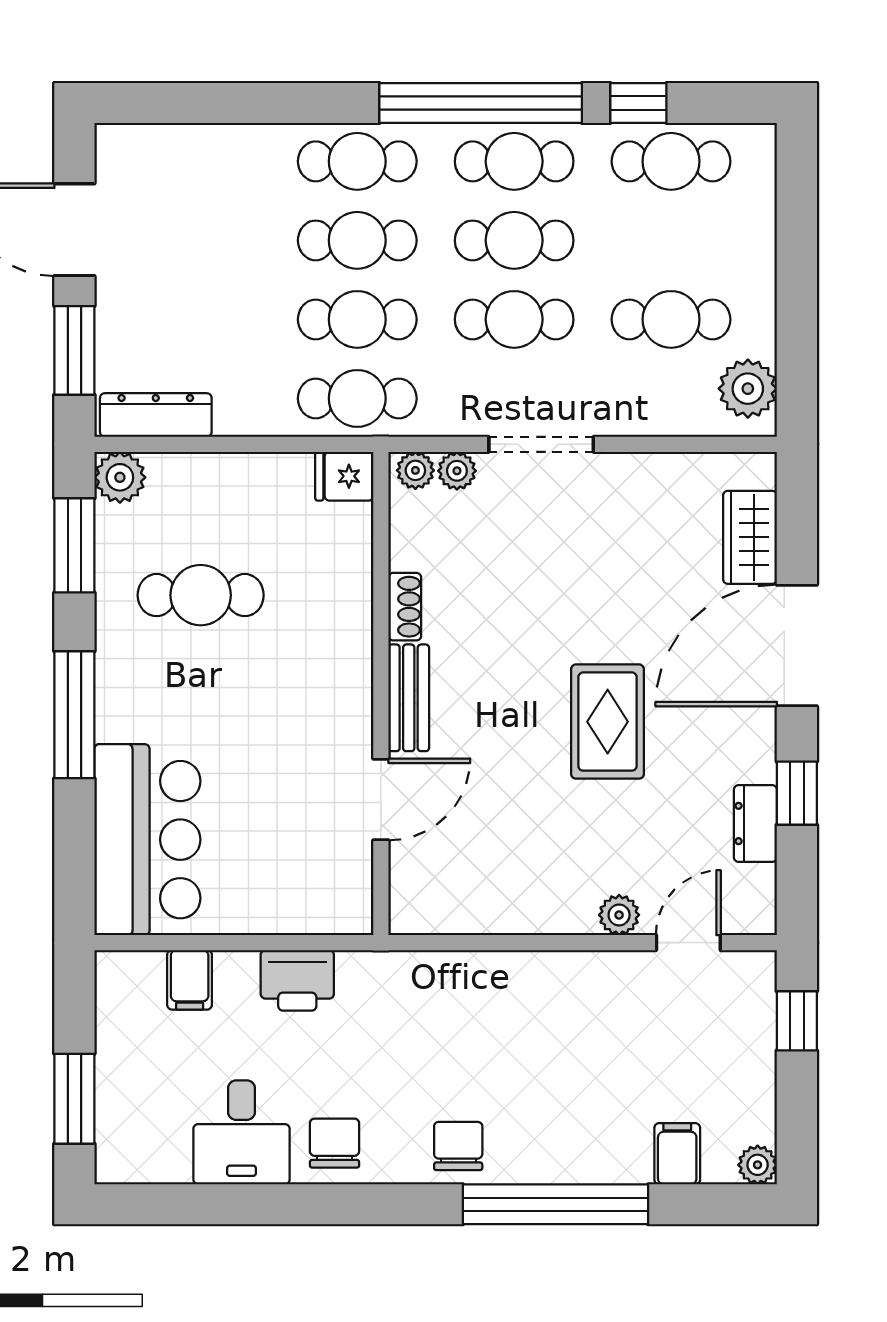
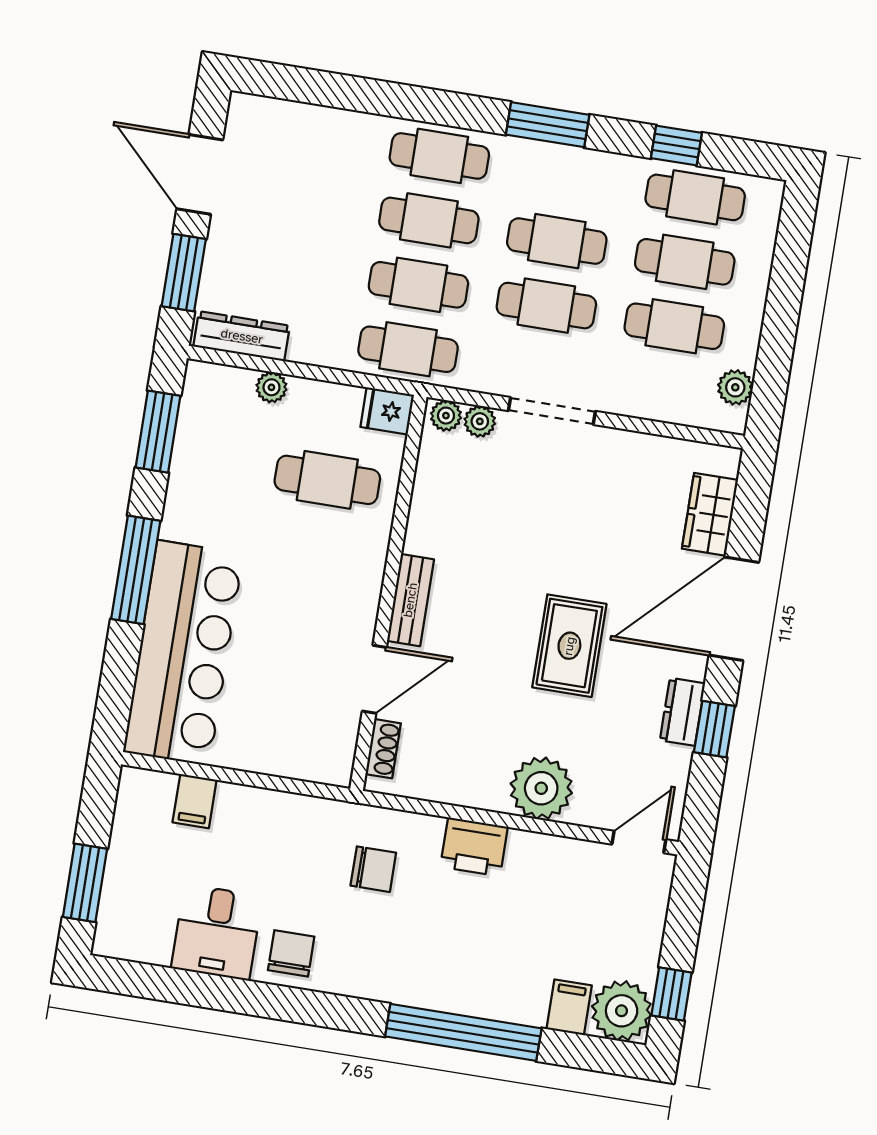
window: (481, 103) -> (548, 125), width x0.47
cafe table: (514, 161) -> (685, 262), moved
plant: (748, 389) -> (735, 387), width x0.73, depth x0.73
plant: (120, 477) -> (271, 387), moved, width x0.73, depth x0.73
cafe table: (201, 595) -> (327, 480), moved
shoe rack: (405, 607) -> (383, 749), moved
dresser: (755, 824) -> (682, 712), moved
bar counter: (147, 840) -> (183, 653), width x1.36
plant: (619, 915) -> (541, 788), width x1.88, depth x1.88
door: (688, 943) -> (639, 842), moved
printer: (297, 980) -> (474, 847), moved
window: (797, 1021) -> (671, 994), moved
chair: (458, 1146) -> (373, 869), moved, turned 90
plant: (758, 1165) -> (622, 1011), width x1.87, depth x1.87

